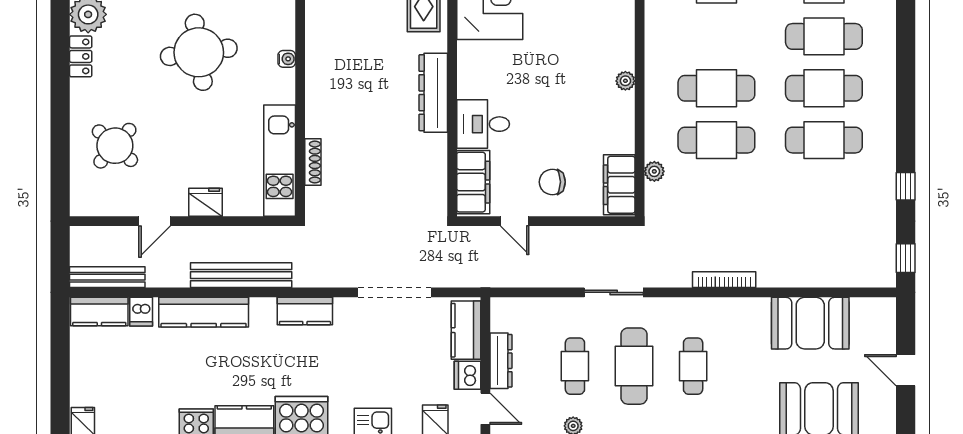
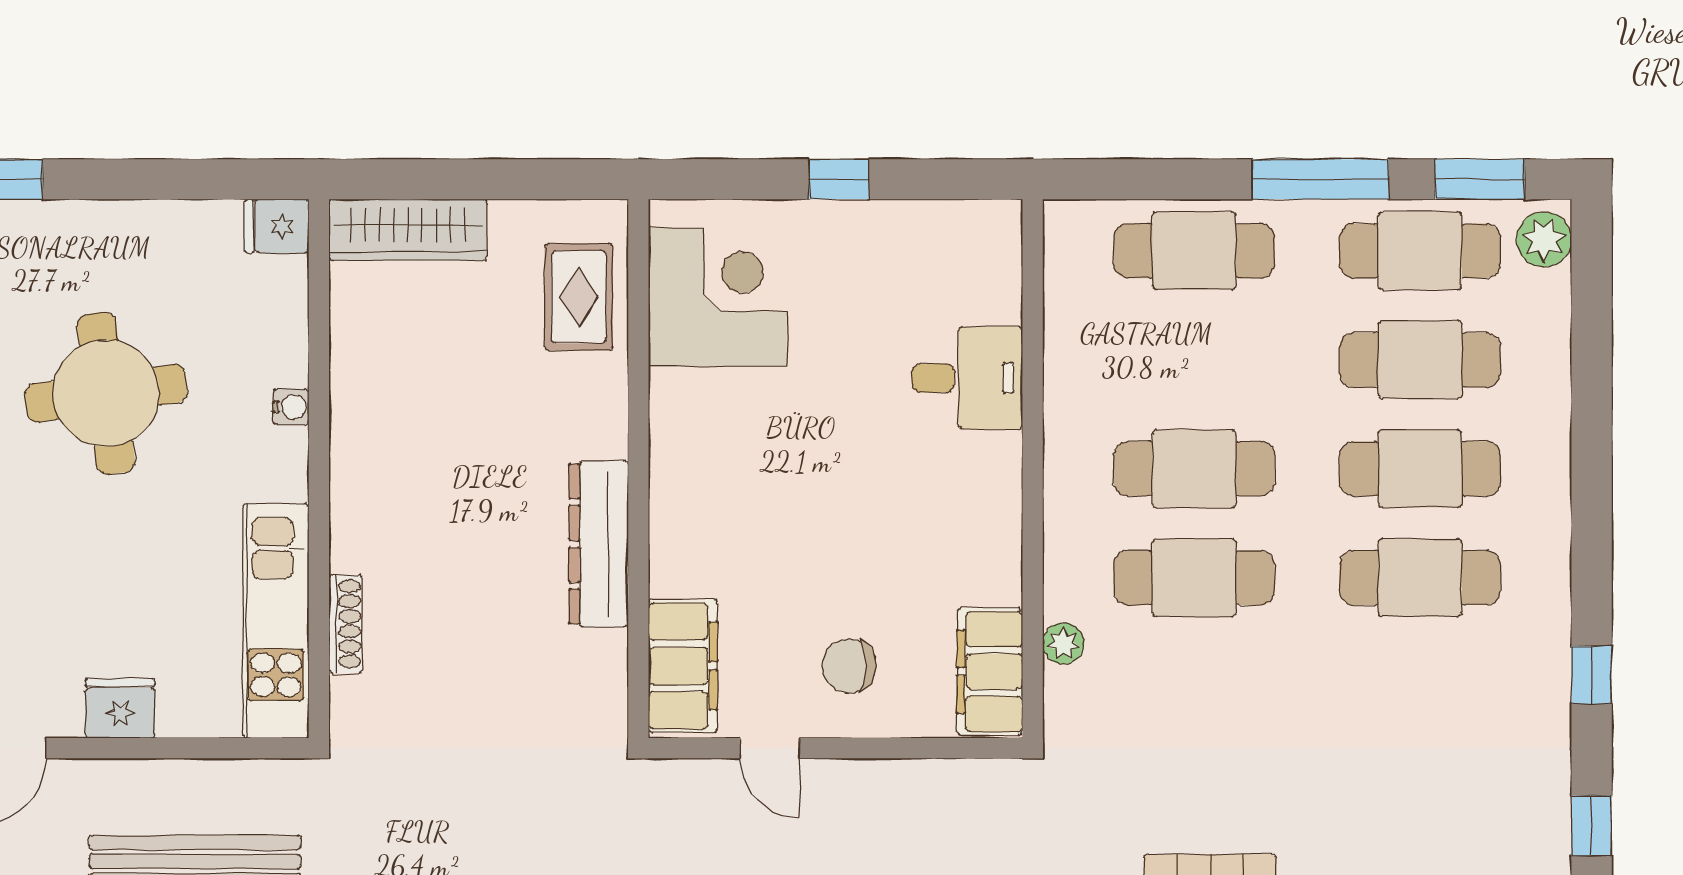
plant: (625, 81) -> (1003, 453), removed
dresser: (433, 93) -> (599, 544), moved
desk: (483, 124) -> (967, 378), moved, turned 180

